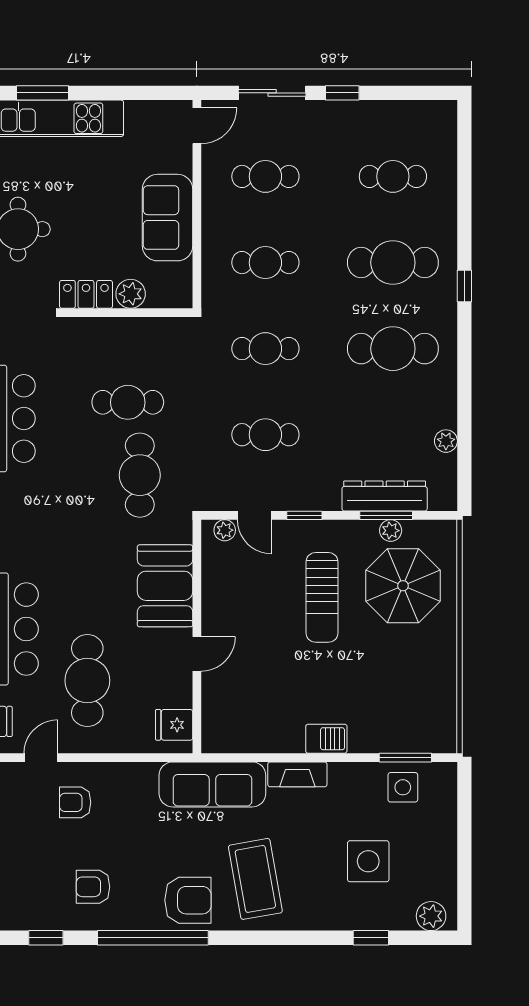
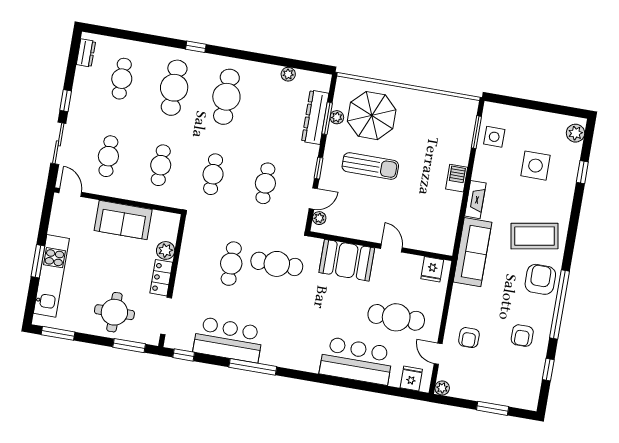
window: (42, 93) -> (38, 261), moved
dresser: (424, 112) -> (86, 53), added

